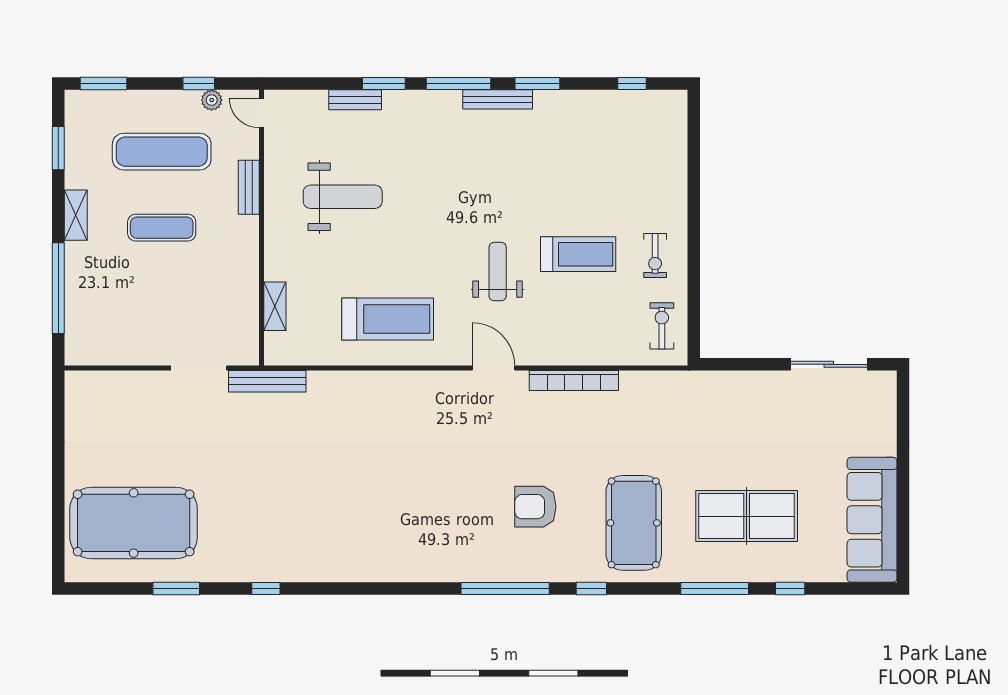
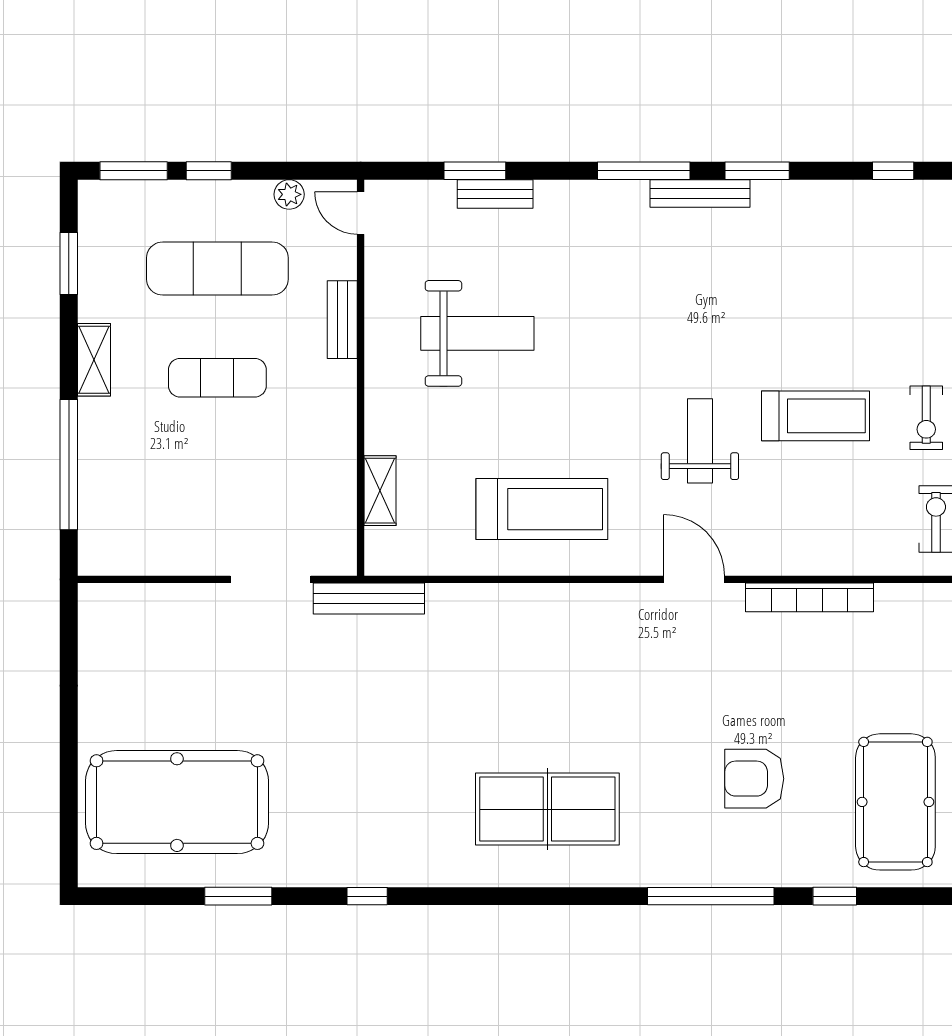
window: (199, 84) -> (209, 171), moved
window: (384, 84) -> (475, 171), moved
table tennis table: (391, 528) -> (547, 809), added

